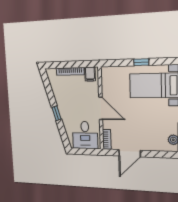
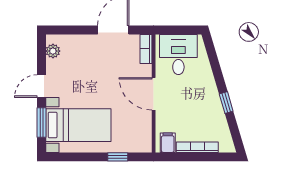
window: (141, 62) -> (118, 157), moved
window: (57, 113) -> (226, 103), moved

